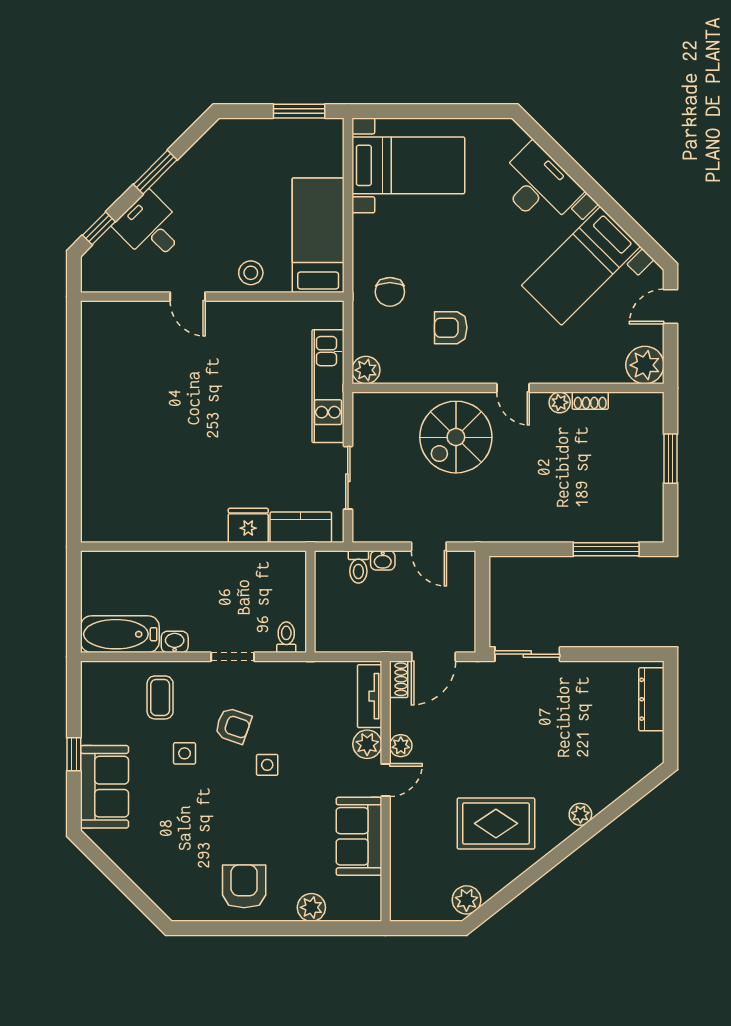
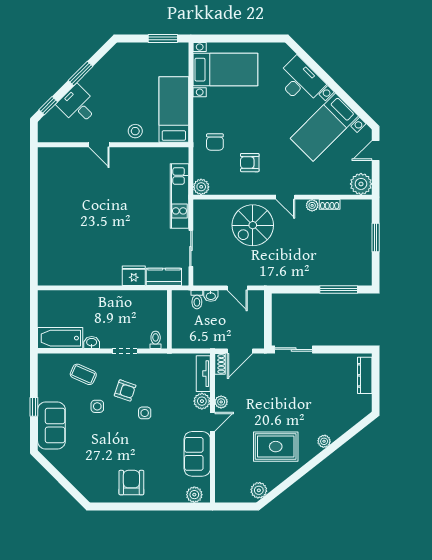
coffee table: (160, 697) -> (83, 374), turned -66
plant: (311, 907) -> (194, 495), moved

